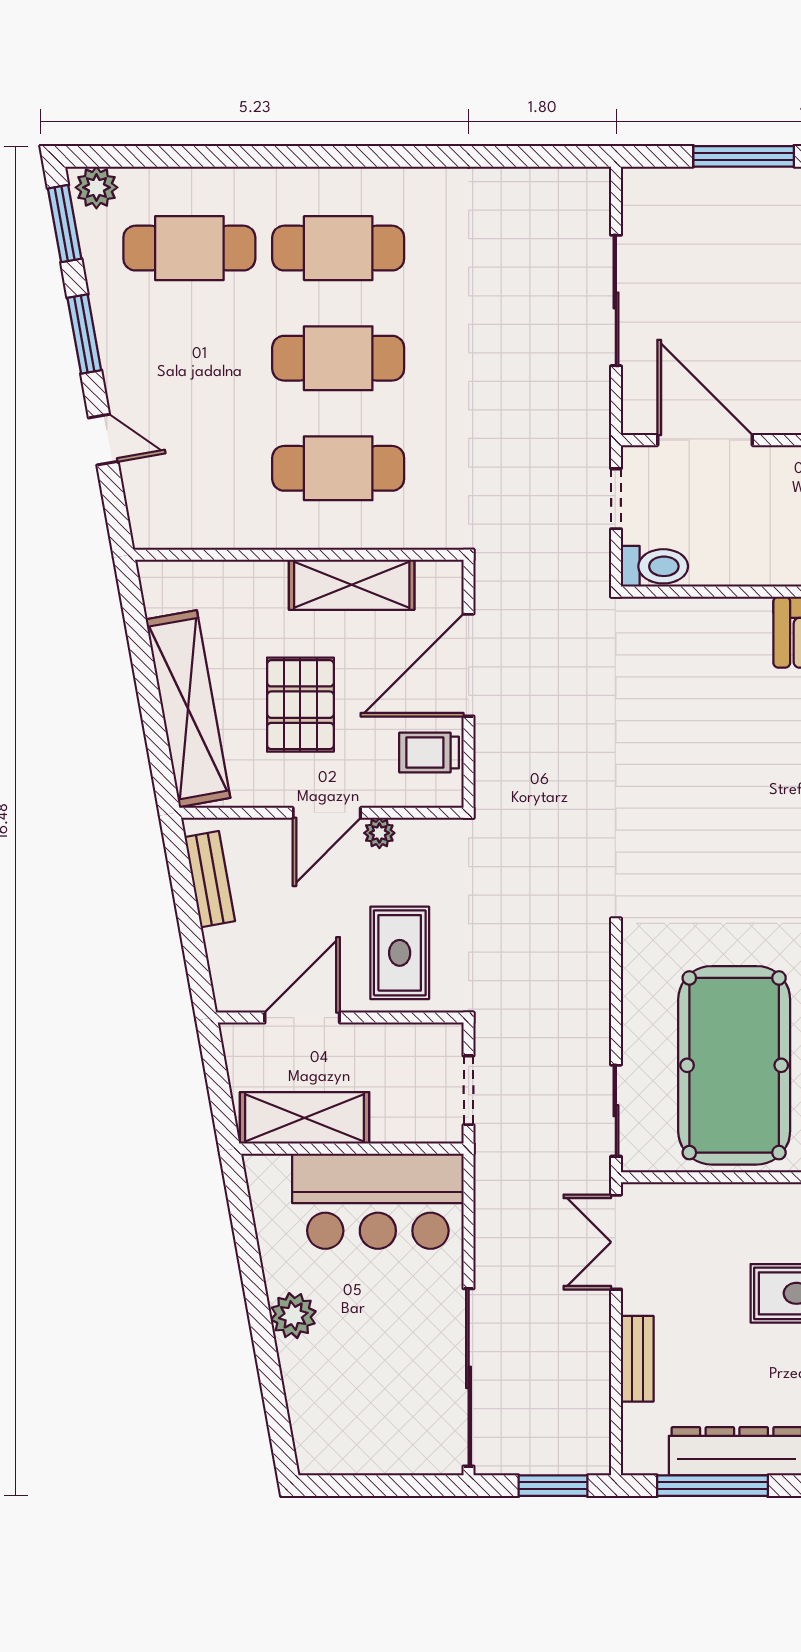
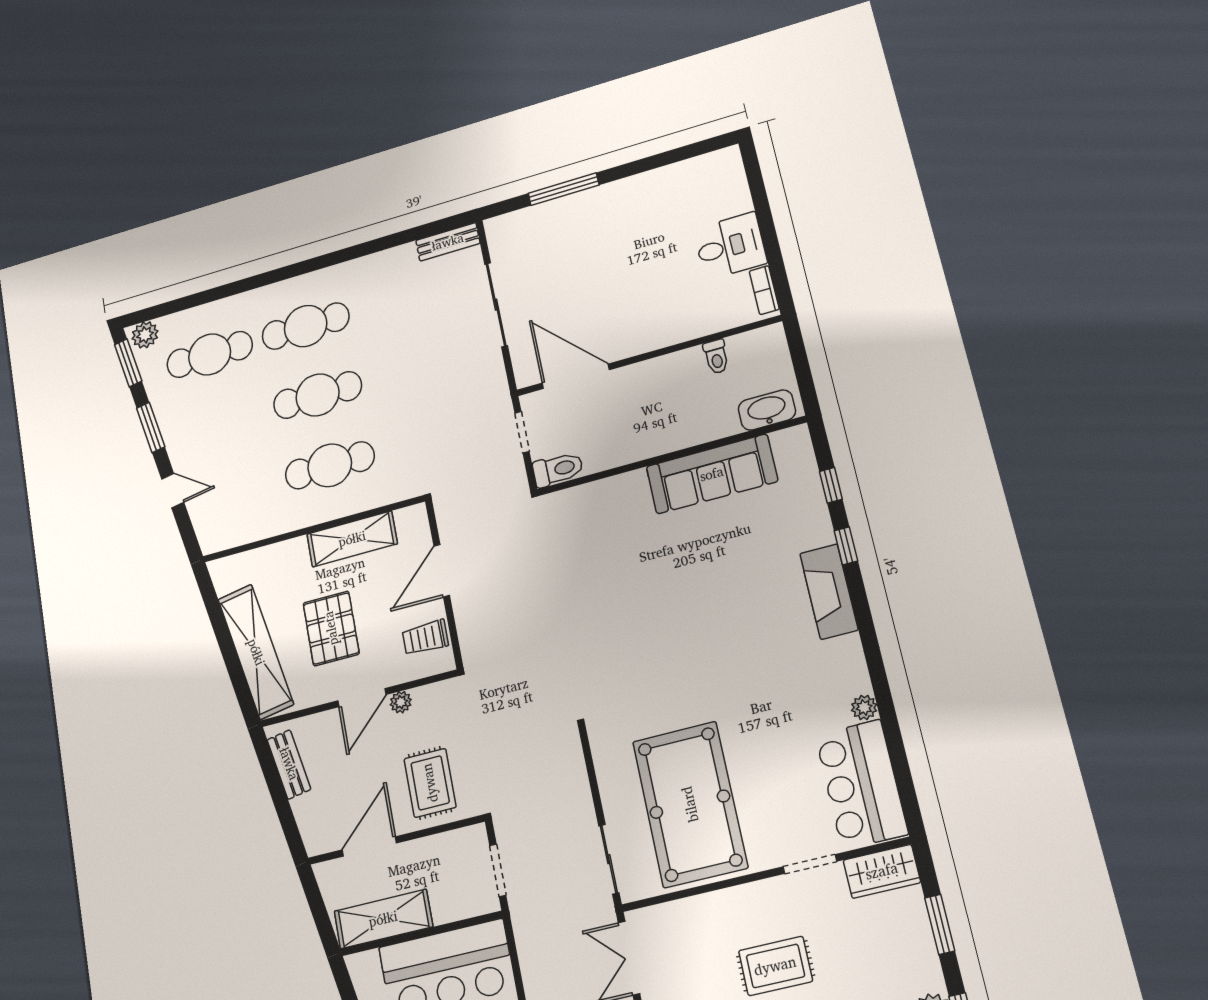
bench: (566, 184) -> (448, 242), added
door: (469, 665) -> (442, 571), width x0.73

